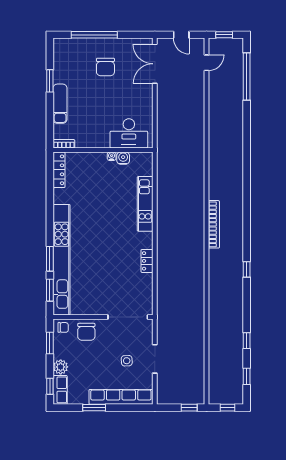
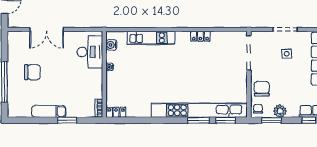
double door: (155, 64) -> (47, 29), moved
window: (50, 81) -> (67, 120), moved
exam couch: (60, 104) -> (49, 112), moved
water cooler: (123, 158) -> (111, 45), moved
locker: (59, 170) -> (116, 112), width x0.66
chair: (86, 332) -> (262, 89), turned -90
plant: (61, 367) -> (280, 111), moved

